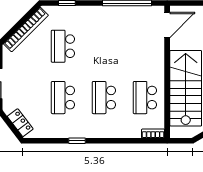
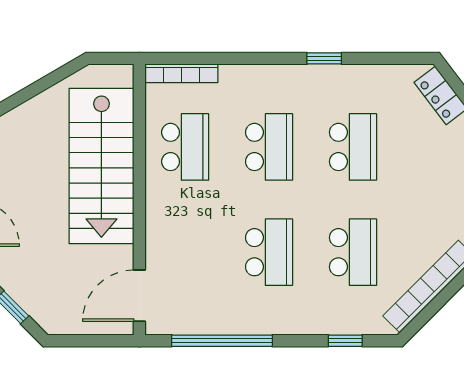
school desk: (104, 46) -> (269, 252), added
bookcase: (153, 133) -> (181, 73), width x1.56

